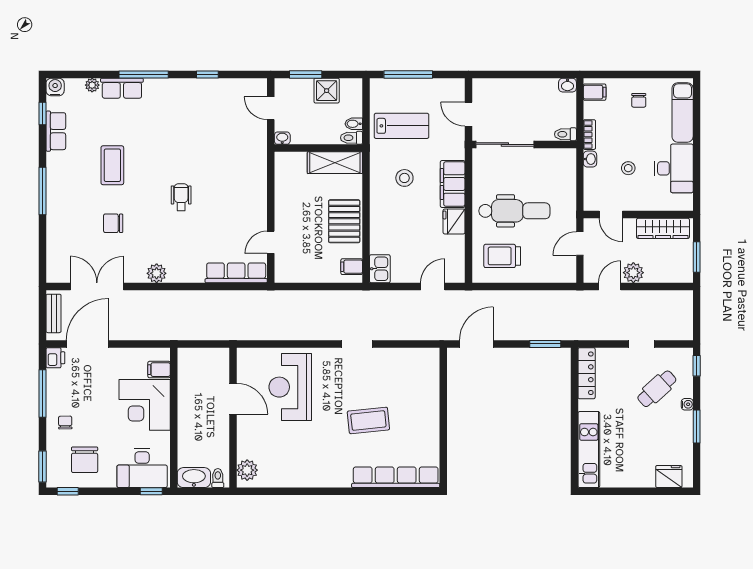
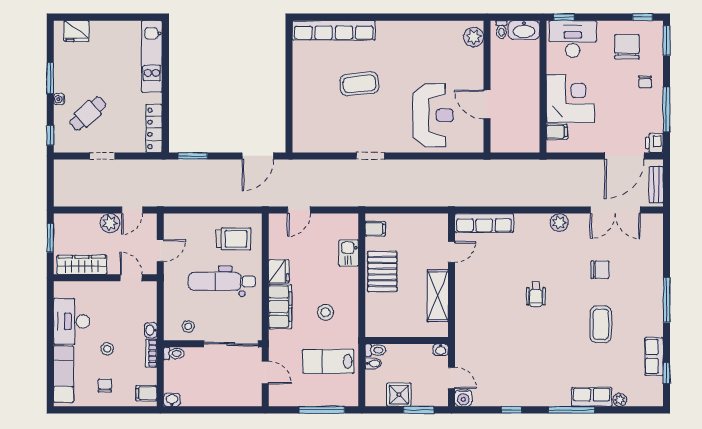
water cooler: (55, 87) -> (463, 398), moved
shelving: (335, 163) -> (438, 296), moved, turned 90
stool: (550, 163) -> (188, 326), added
stool: (628, 168) -> (107, 349), moved
kitchen sink: (380, 269) -> (349, 253), moved

